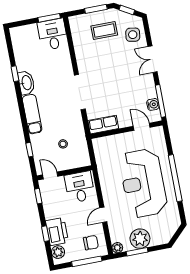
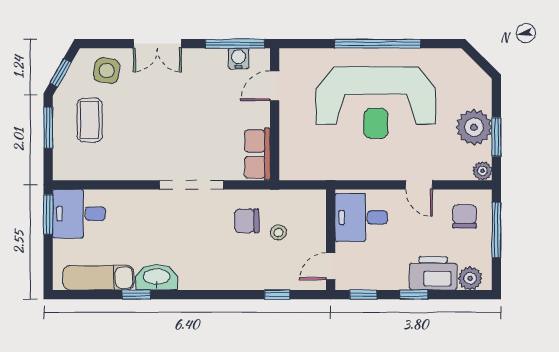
exam couch: (32, 114) -> (98, 278), moved
chair: (66, 126) -> (247, 221), added
window: (45, 234) -> (414, 295), moved

